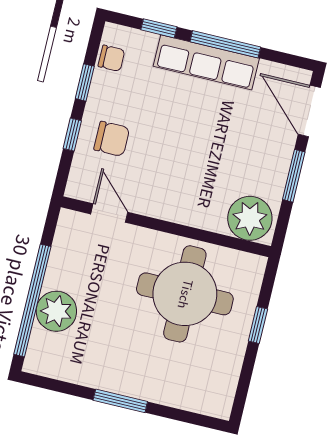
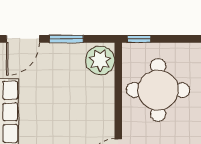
window: (258, 325) -> (139, 39), moved

